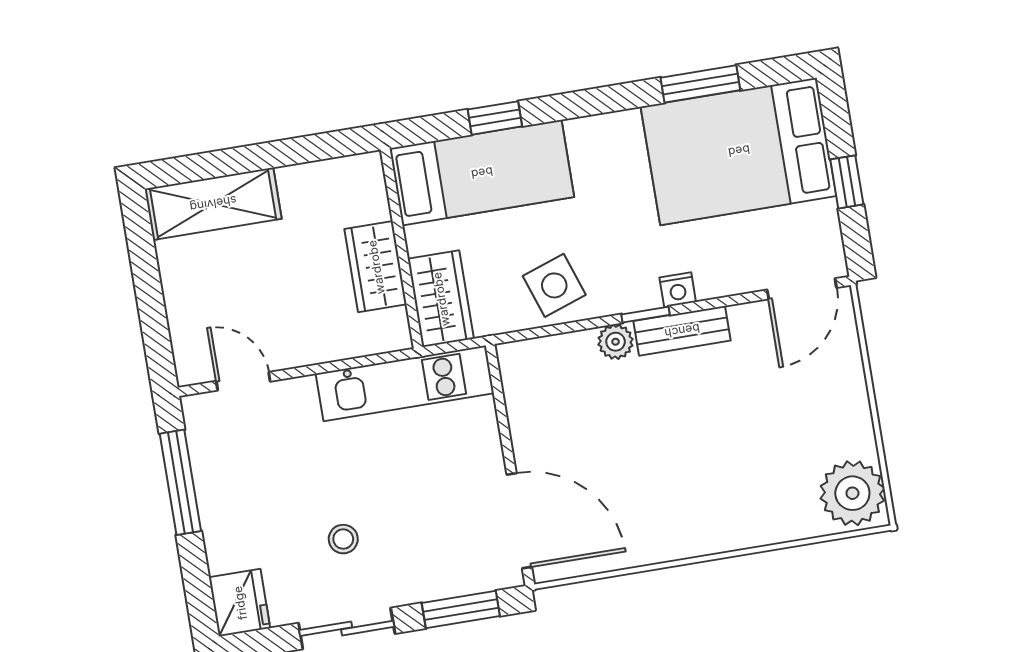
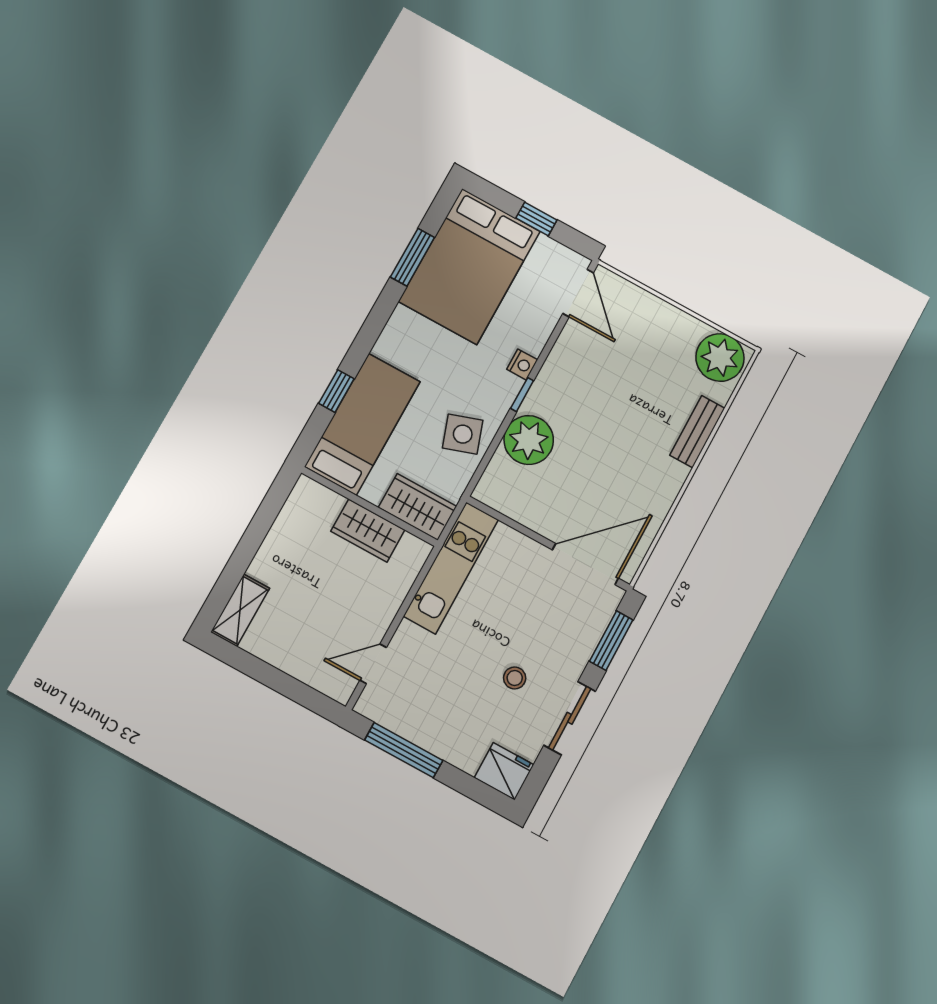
shelving: (213, 204) -> (240, 610), width x0.67, depth x0.75
bench: (682, 331) -> (697, 432), moved
plant: (616, 342) -> (529, 440), width x1.87, depth x1.87

